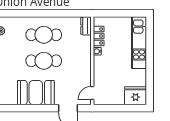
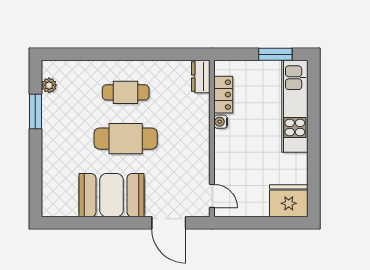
window: (128, 13) -> (275, 54), added
cafe table: (44, 35) -> (126, 92), width x0.73, depth x0.74
door: (92, 93) -> (212, 196), swing flipped

